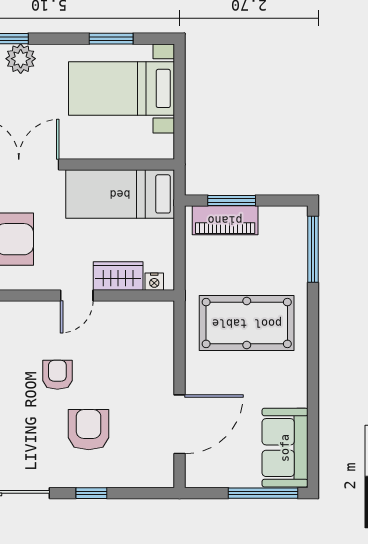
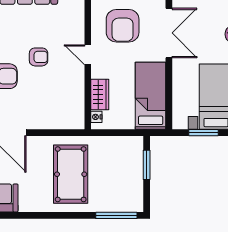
window: (180, 109) -> (204, 133), added
piano: (225, 220) -> (134, 161), removed
door: (77, 295) -> (88, 55), moved

